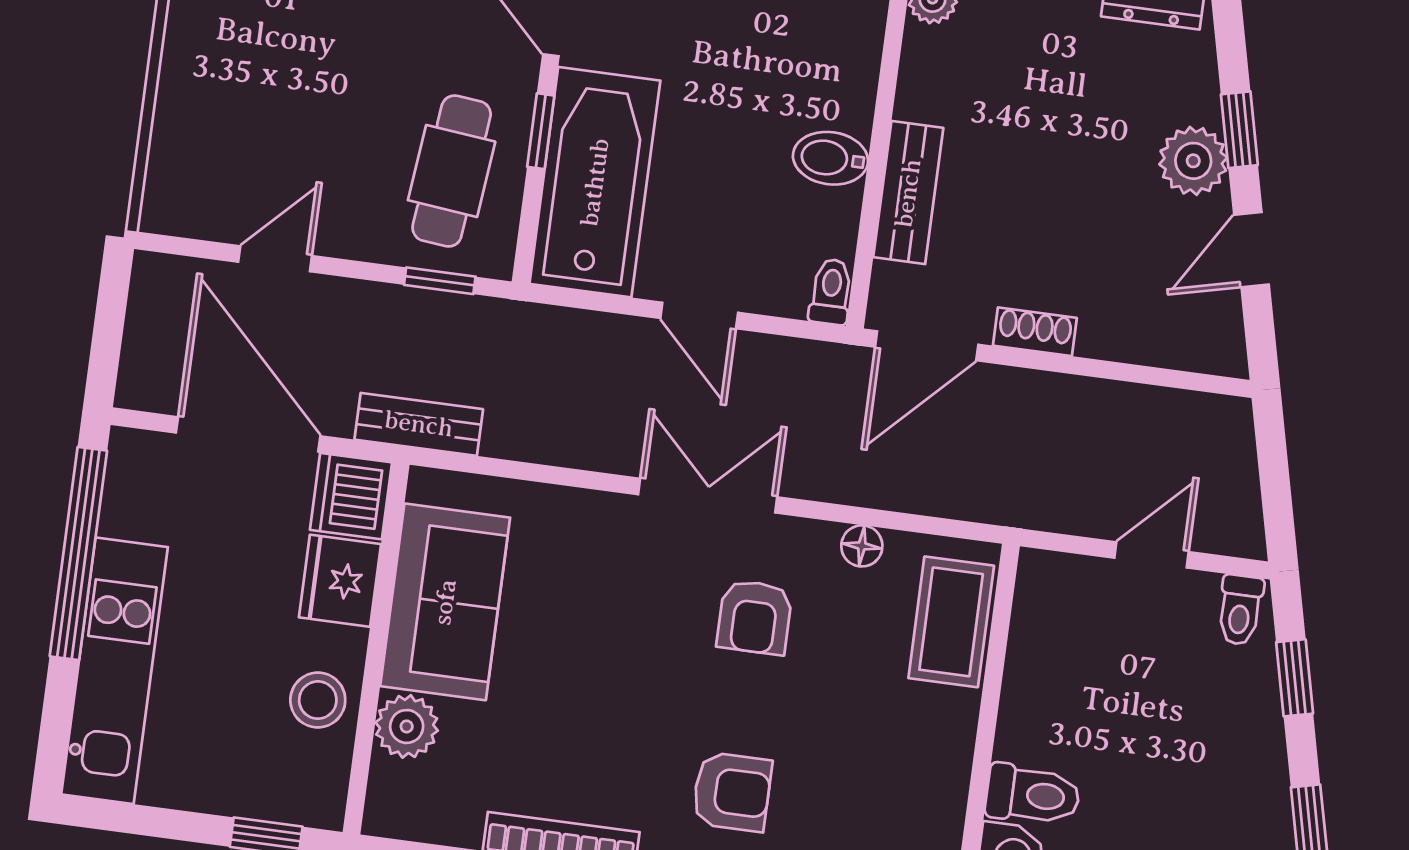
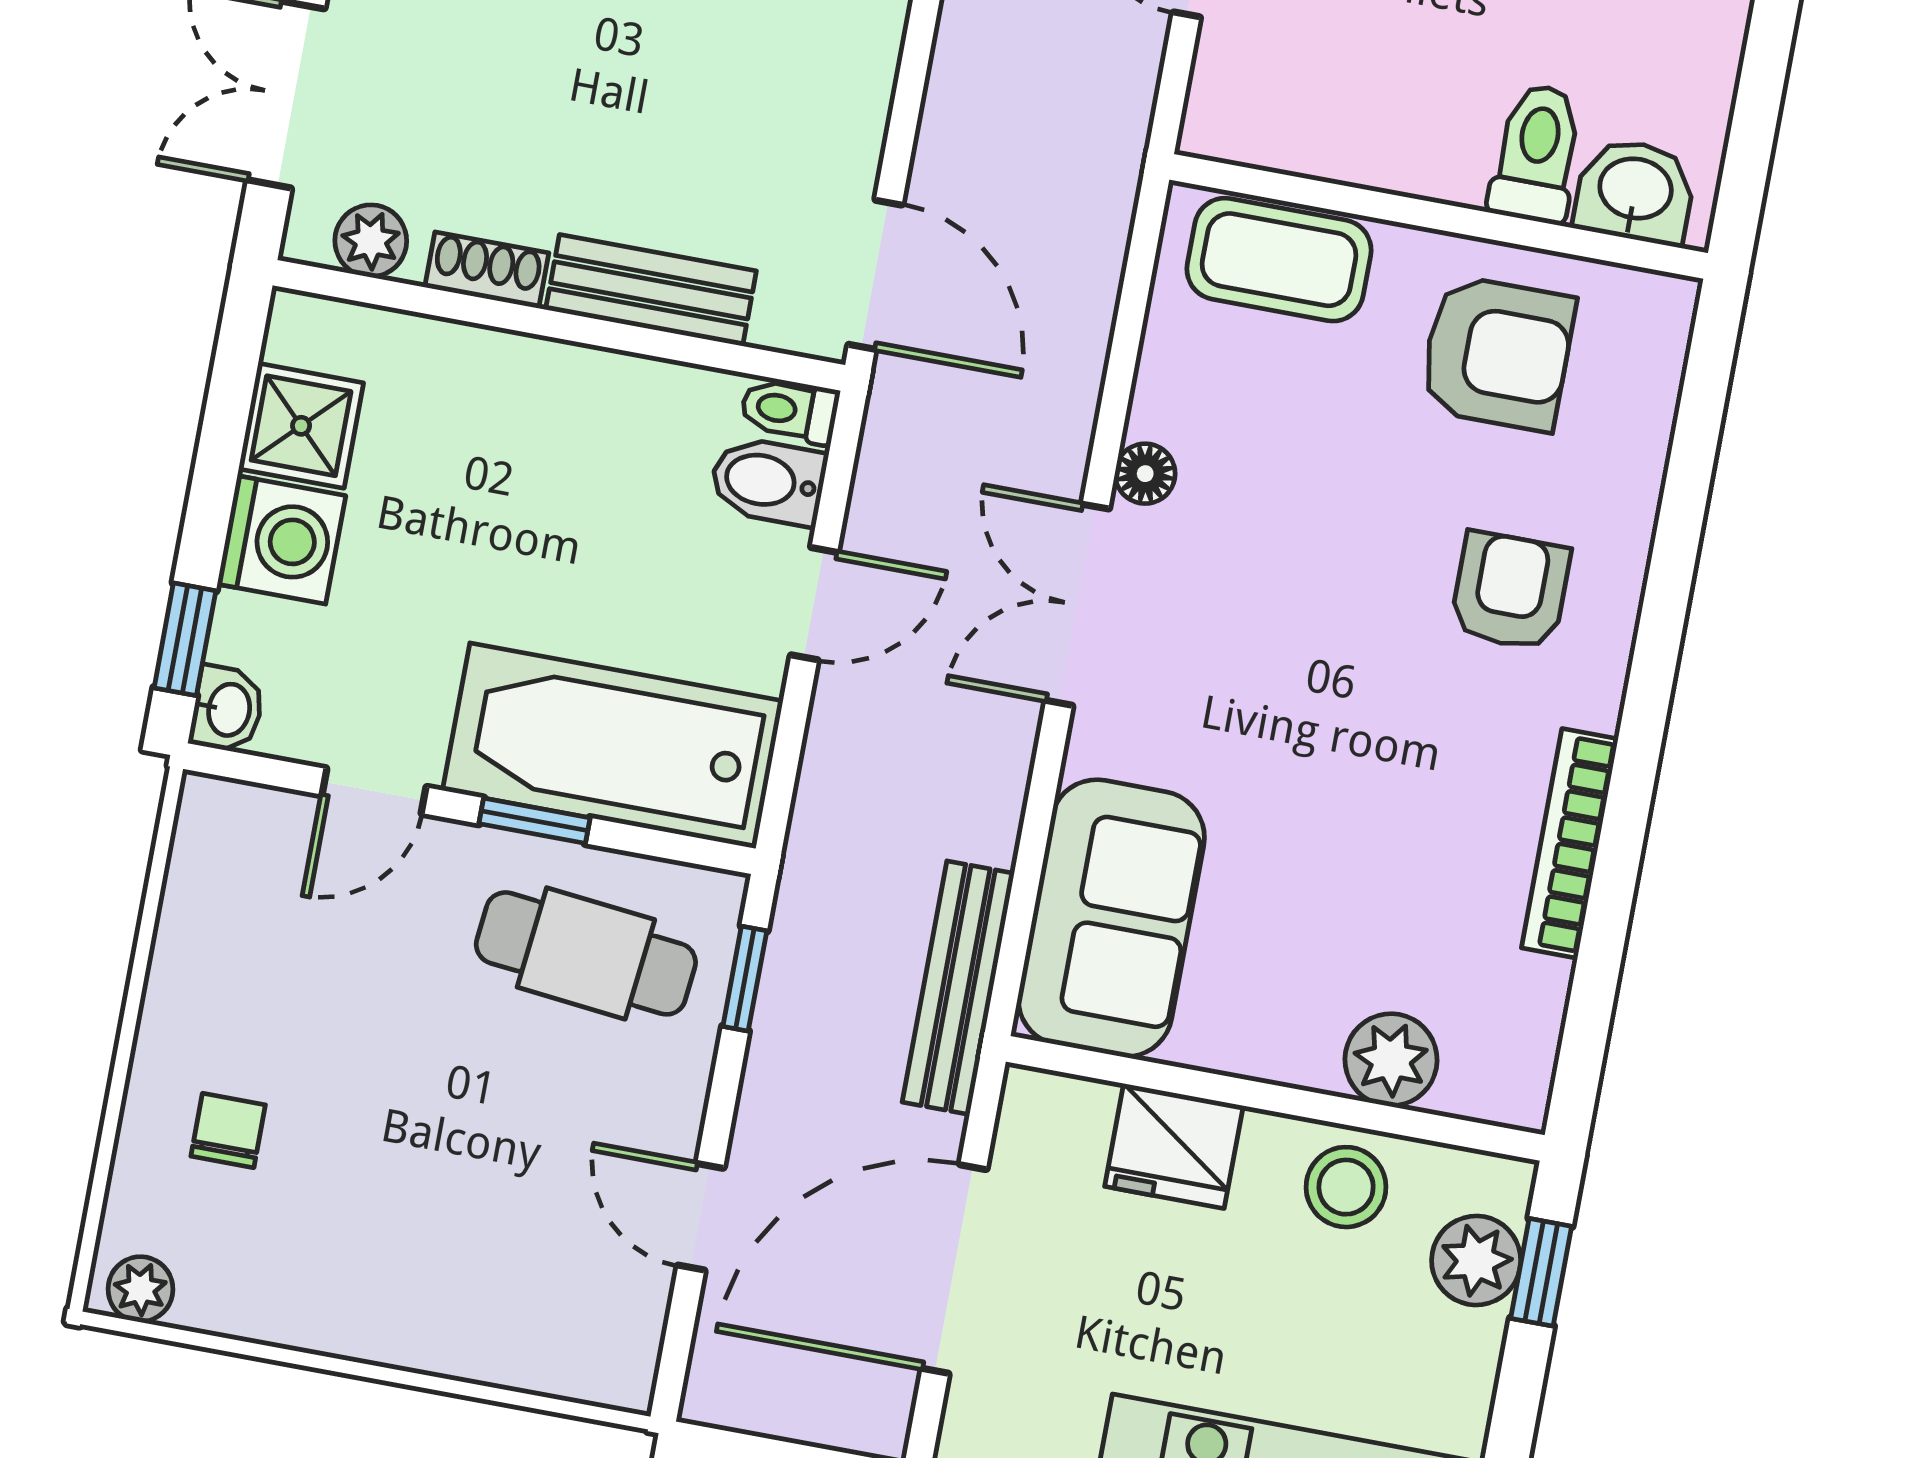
bidet: (830, 158) -> (768, 481), moved, turned 90
shoe rack: (1035, 332) -> (487, 270), moved, turned 90
bench: (419, 424) -> (958, 988), width x1.36
dishwasher: (351, 496) -> (1052, 1124), removed
floor lamp: (862, 546) -> (1145, 474), moved
sofa: (445, 602) -> (1111, 918), moved, turned 90
armchair: (755, 617) -> (1497, 353), moved, width x1.38, depth x1.38
plant: (272, 792) -> (1476, 1260), added

